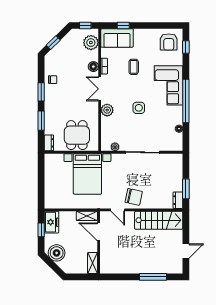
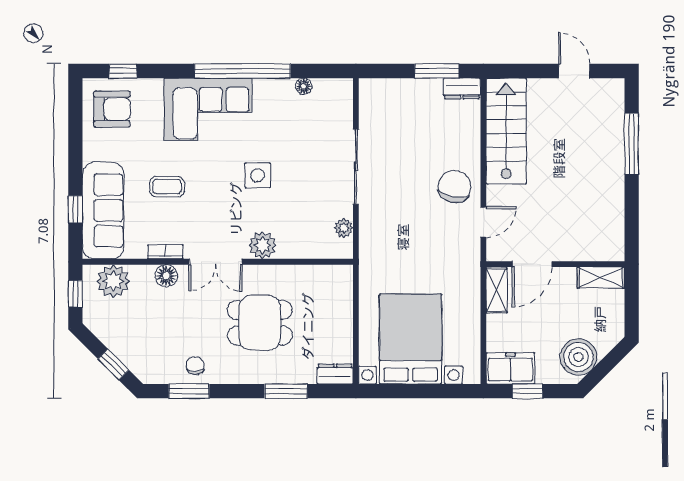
sofa: (117, 38) -> (103, 211), width x1.36
window: (41, 92) -> (189, 391), moved
dining table: (77, 135) -> (260, 323), moved
bed with nightstands: (87, 174) -> (410, 339), moved, turned -90

